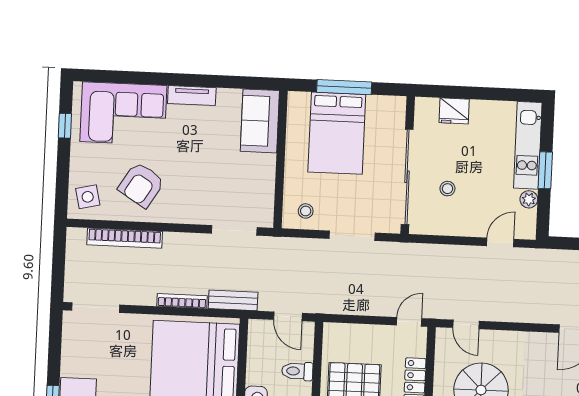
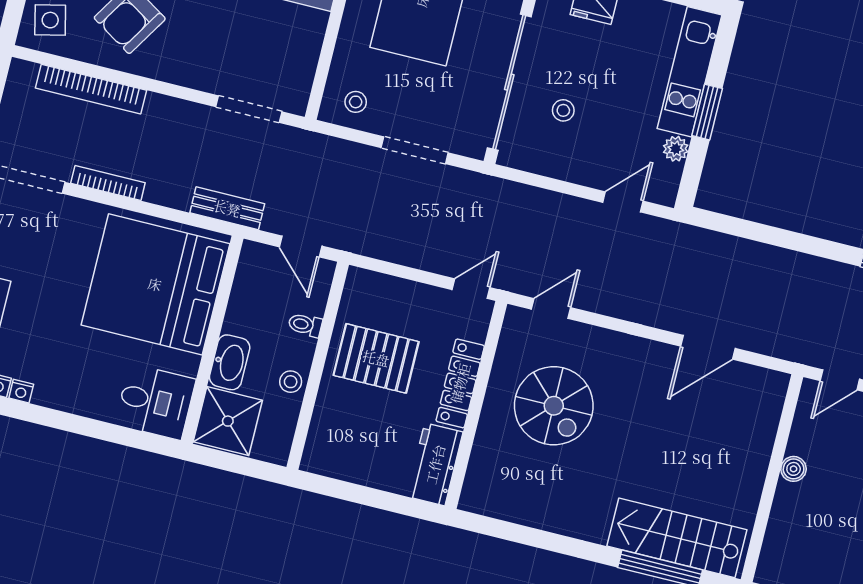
bookcase: (182, 301) -> (108, 183), moved
door: (466, 324) -> (551, 308), swing flipped
toilet: (297, 371) -> (305, 325), width x0.73, depth x0.72

